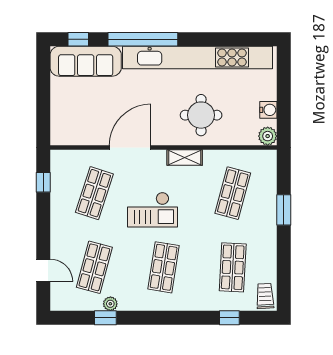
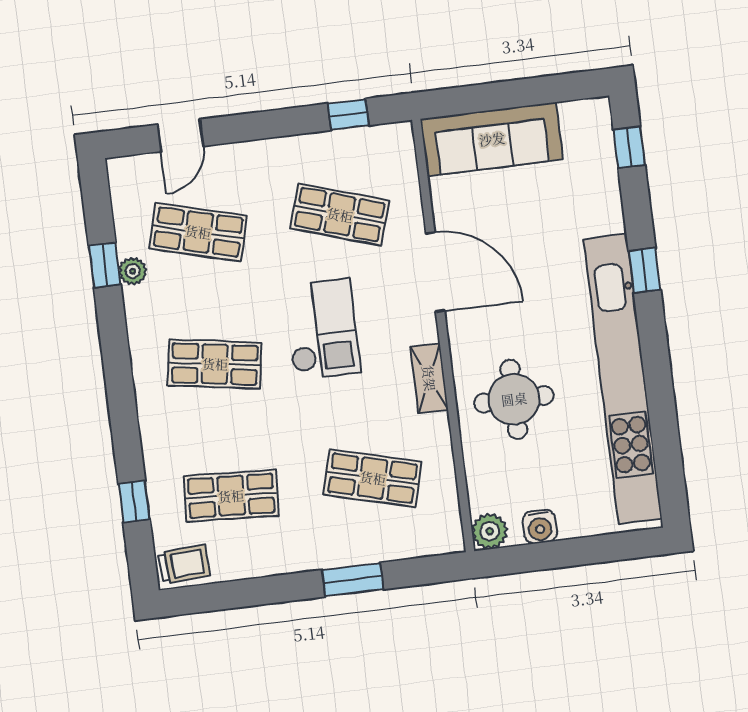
window: (143, 39) -> (645, 270), width x0.32
sofa: (86, 61) -> (492, 139), moved, turned -90
checkout: (152, 210) -> (322, 329), turned 180

